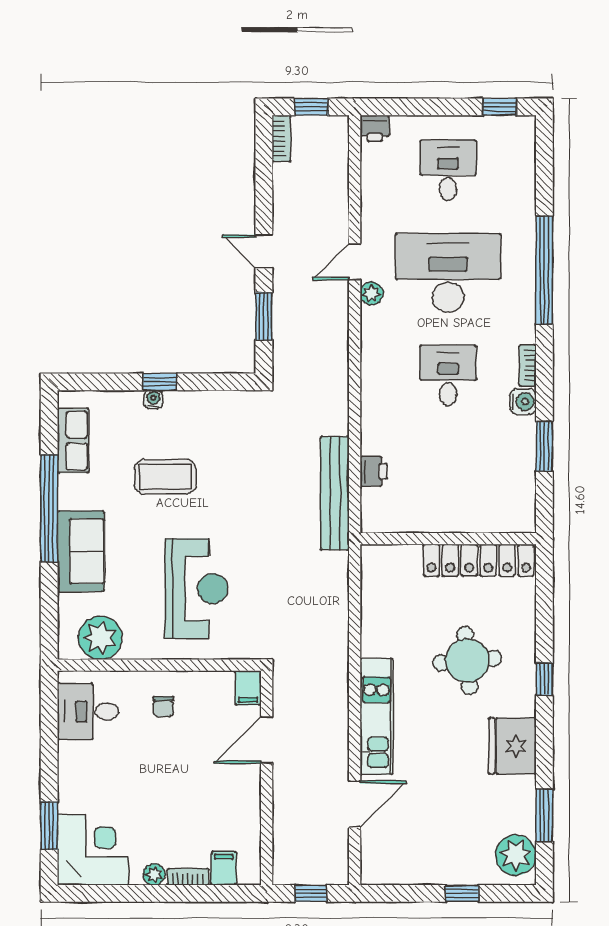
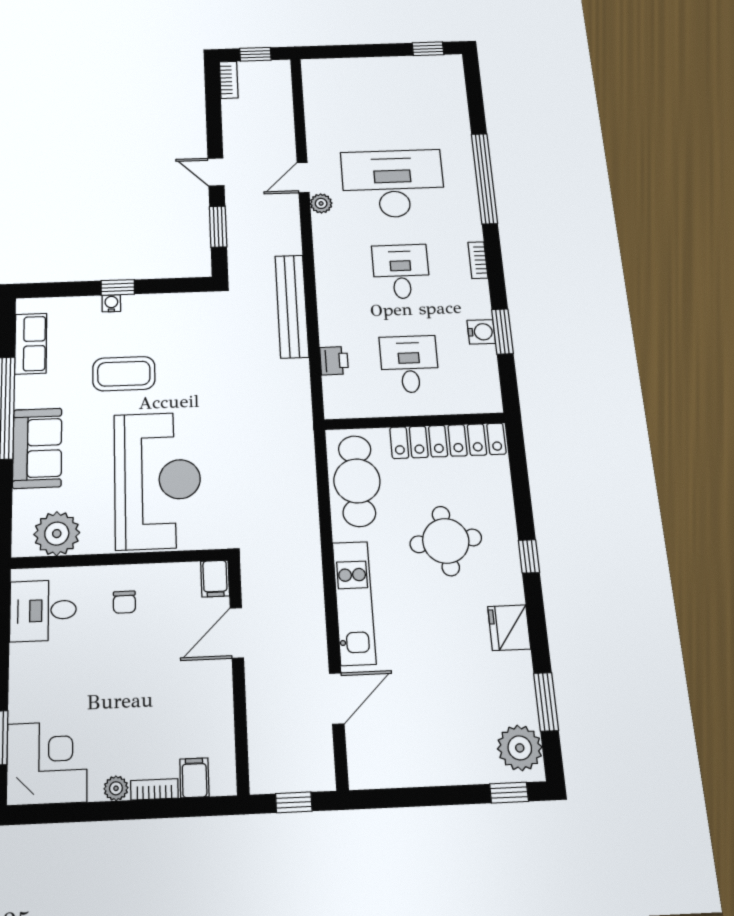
printer: (375, 128) -> (315, 69), removed
desk: (448, 170) -> (409, 364), moved
water cooler: (523, 402) -> (481, 332), moved
bench: (335, 493) -> (292, 306), moved
reception desk: (196, 589) -> (158, 480), width x1.36, depth x1.30
cafe table: (388, 597) -> (357, 481), added
fridge: (512, 746) -> (509, 628), width x0.73, depth x0.75
window: (462, 893) -> (509, 793), moved

